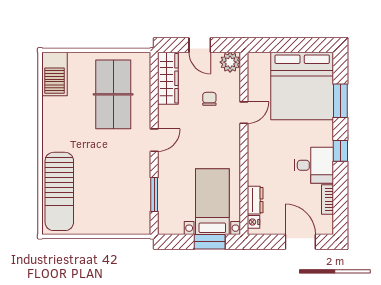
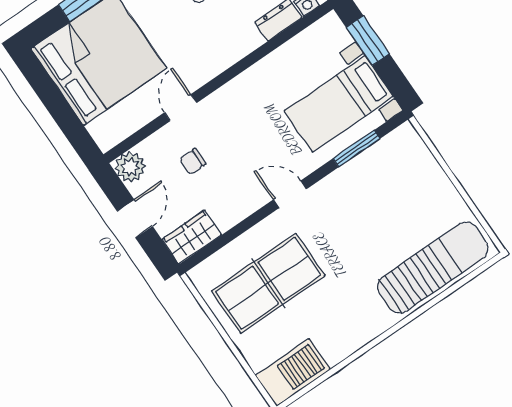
wardrobe: (168, 78) -> (192, 237), width x0.67
door: (244, 113) -> (181, 108), hinge flipped
bed with nightstands: (212, 202) -> (339, 104), moved

